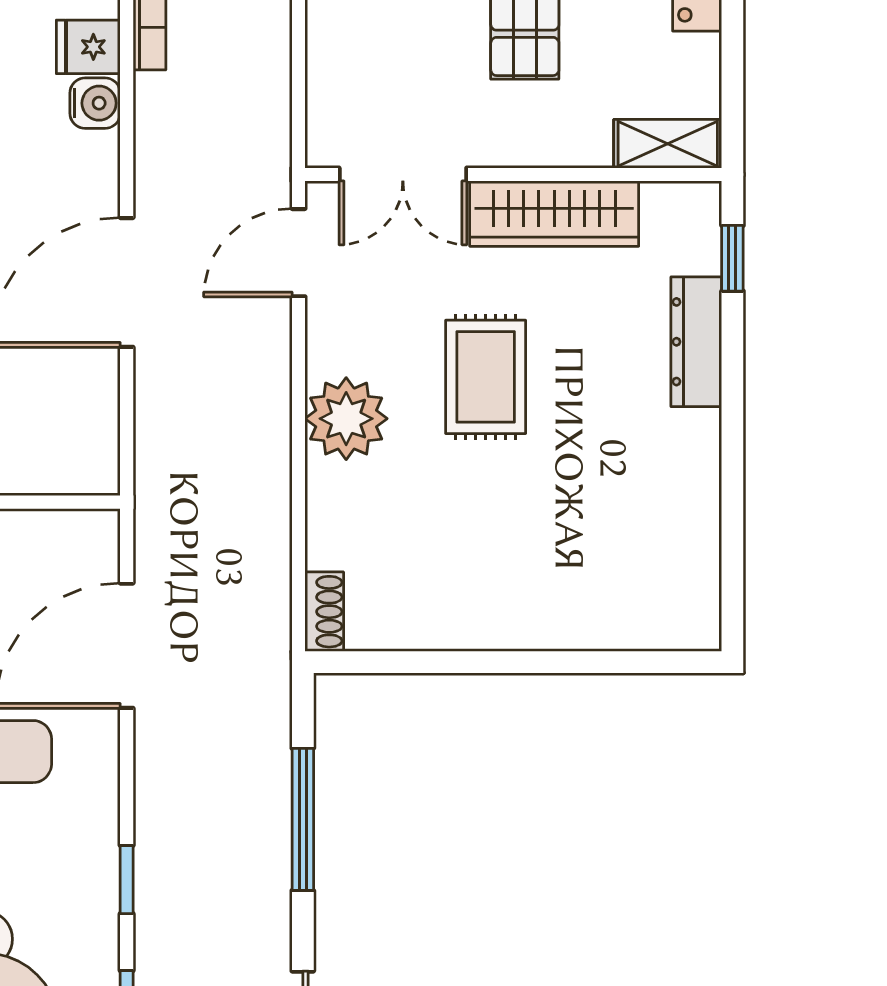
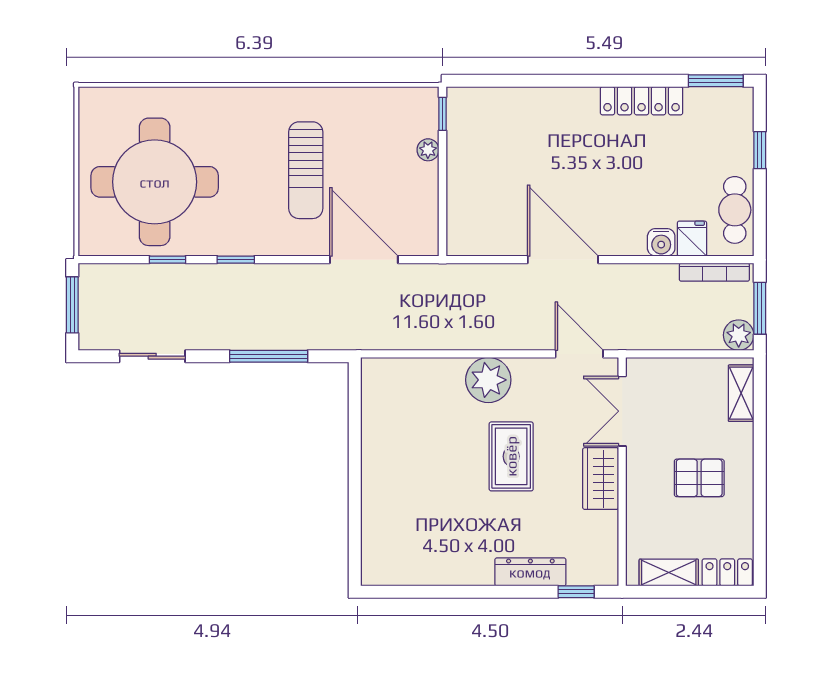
shelving: (668, 144) -> (669, 572), moved, turned 90
wardrobe: (554, 214) -> (601, 479), width x0.67
rug: (486, 377) -> (511, 456), turned 90
shoe rack: (324, 612) -> (382, 368), removed

